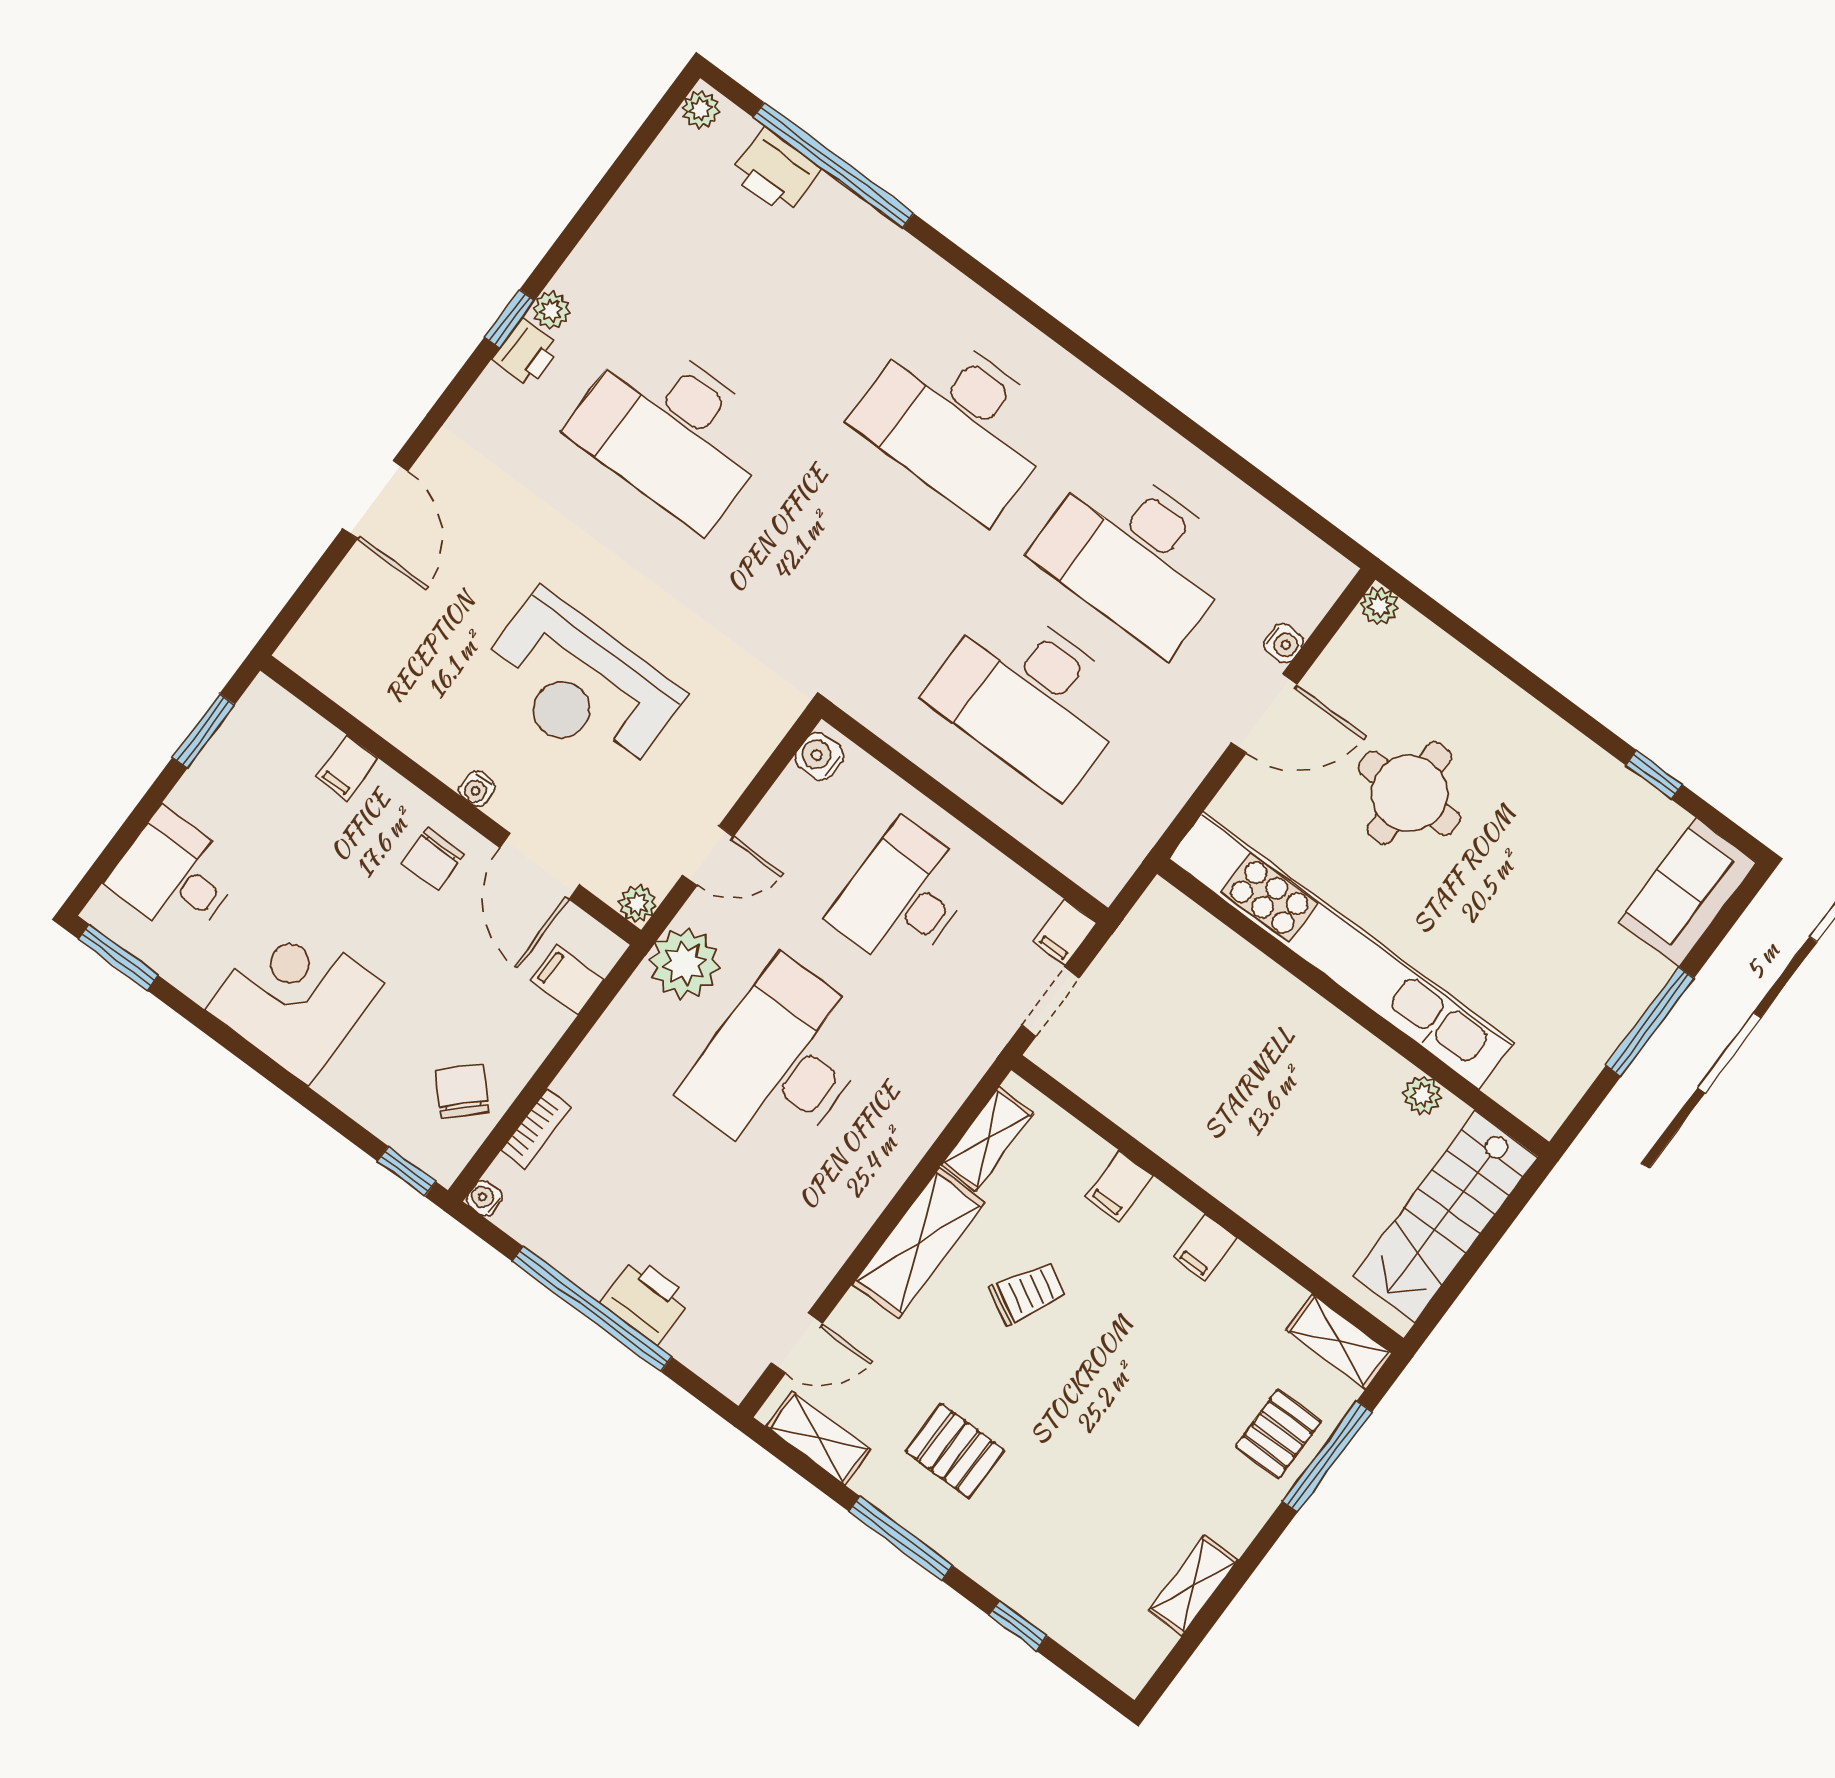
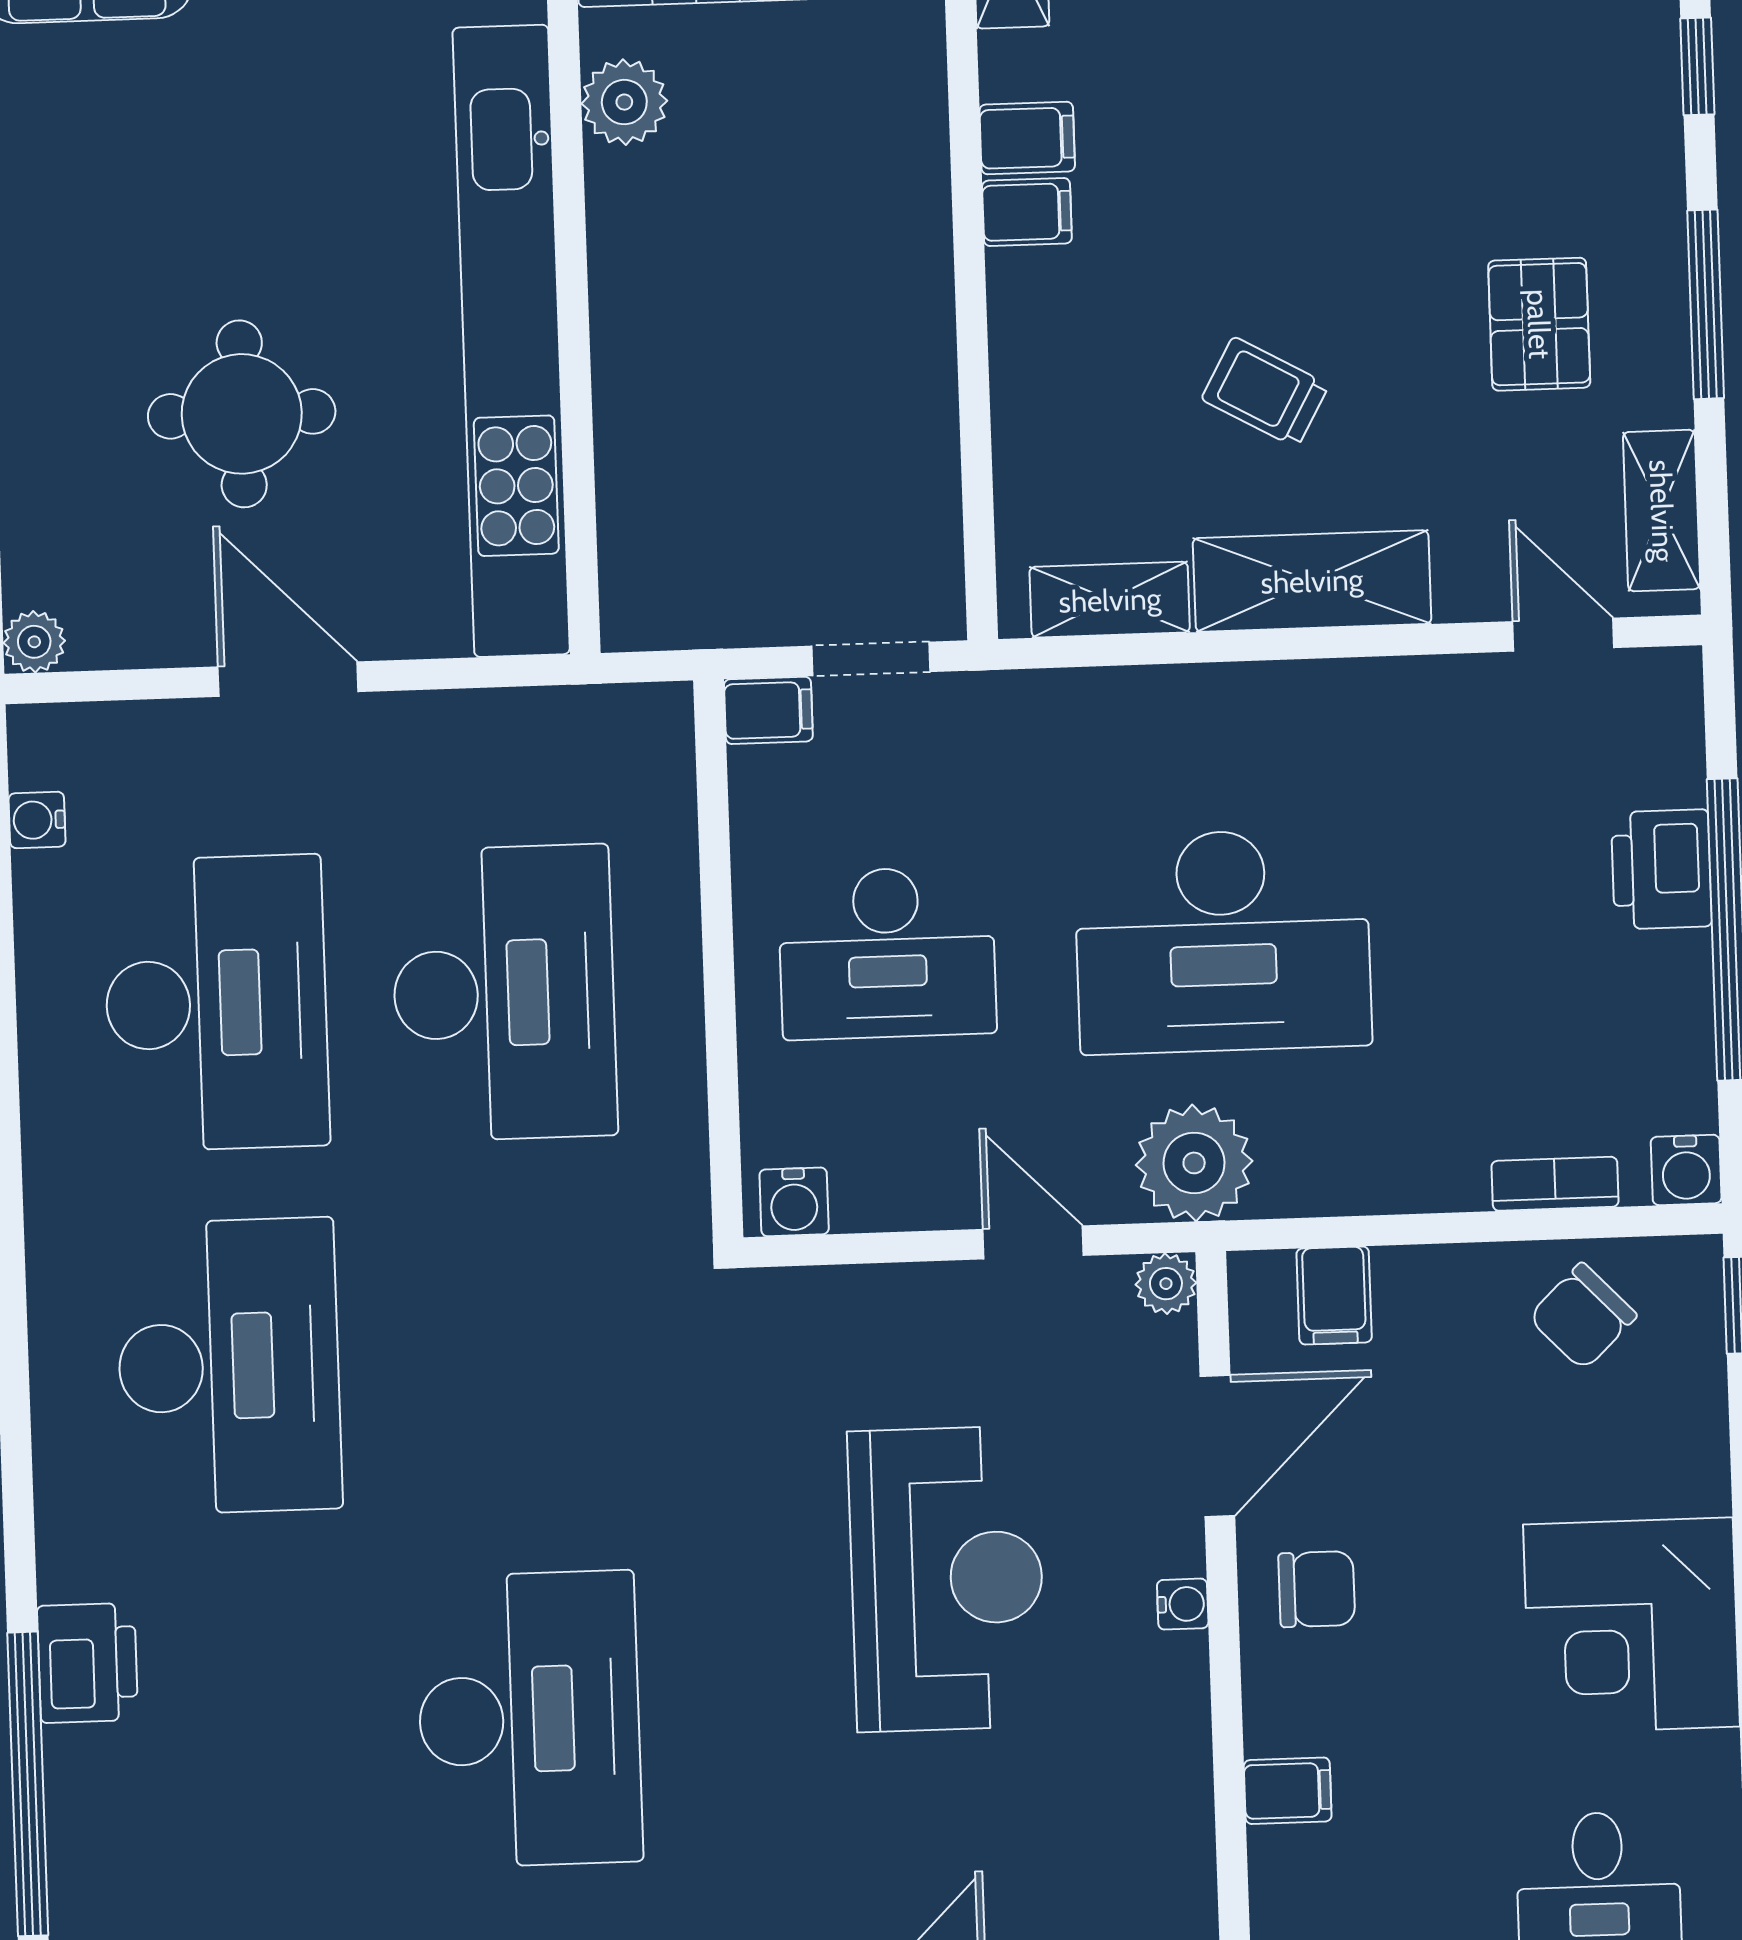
printer: (776, 171) -> (88, 1663), moved
water cooler: (1284, 643) -> (37, 820), moved, turned -90
plant: (1422, 1095) -> (624, 102), width x1.38, depth x1.38
filing cabinet: (1119, 1186) -> (1027, 138), moved
water cooler: (484, 1198) -> (1686, 1170), width x1.38, depth x1.38

